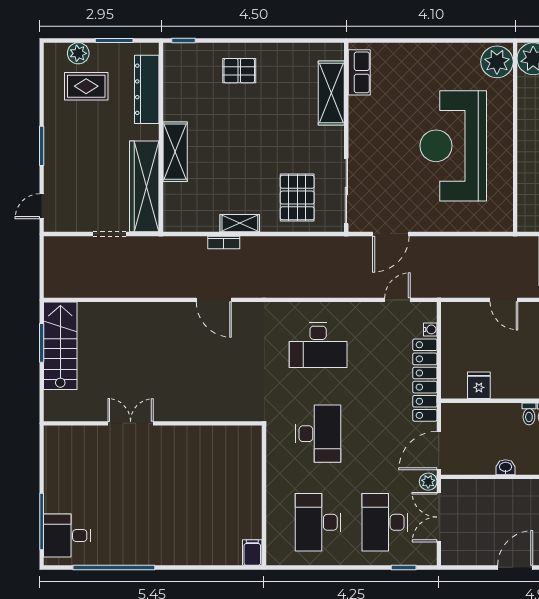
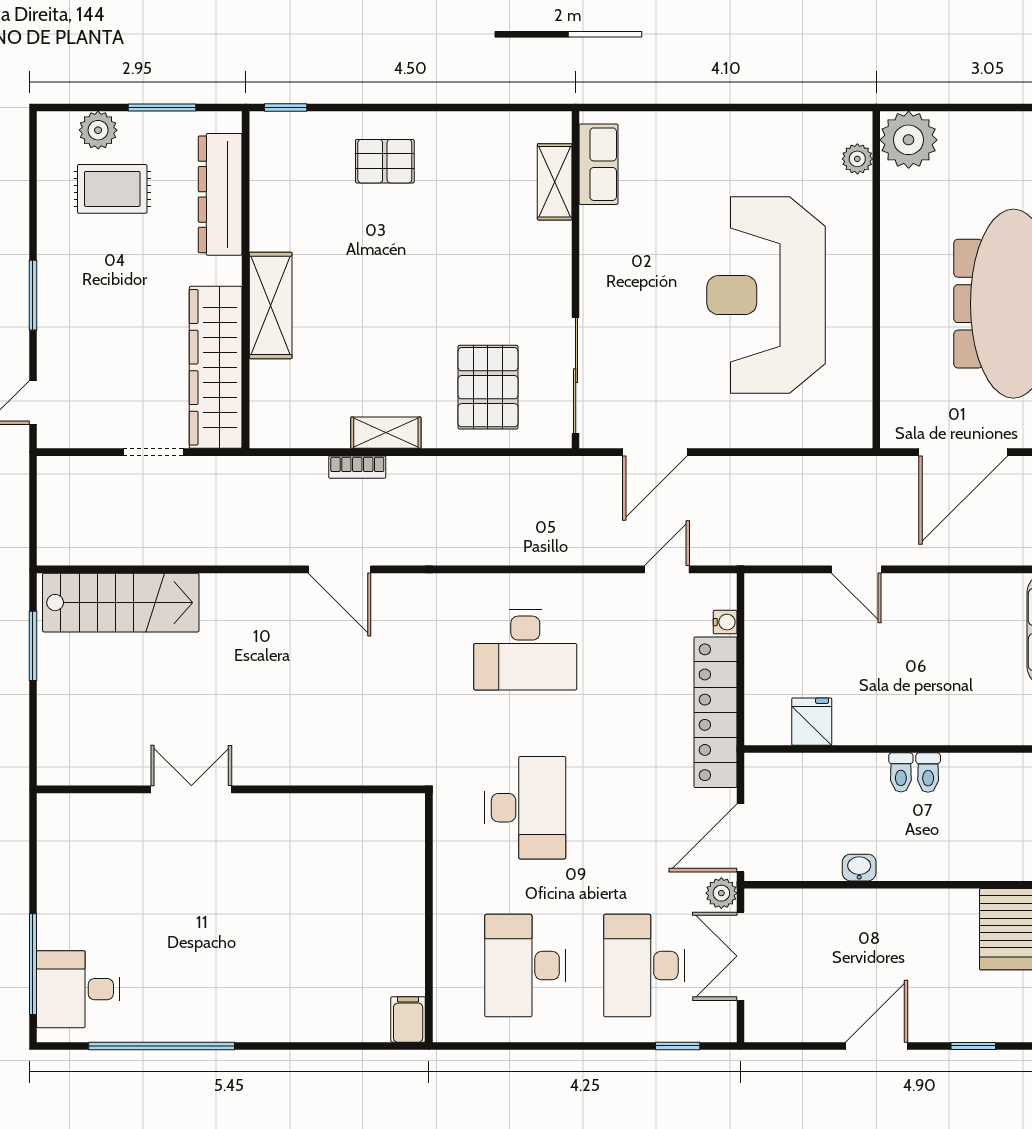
plant: (497, 62) -> (857, 159), width x0.53, depth x0.53
shelving: (331, 93) -> (555, 182), width x0.67, depth x0.75
stairs: (60, 346) -> (121, 603), moved, turned 90

